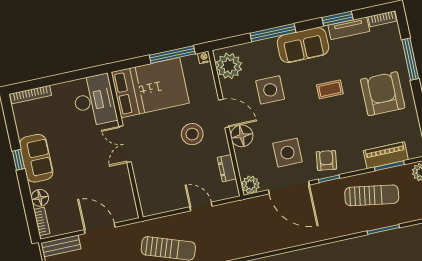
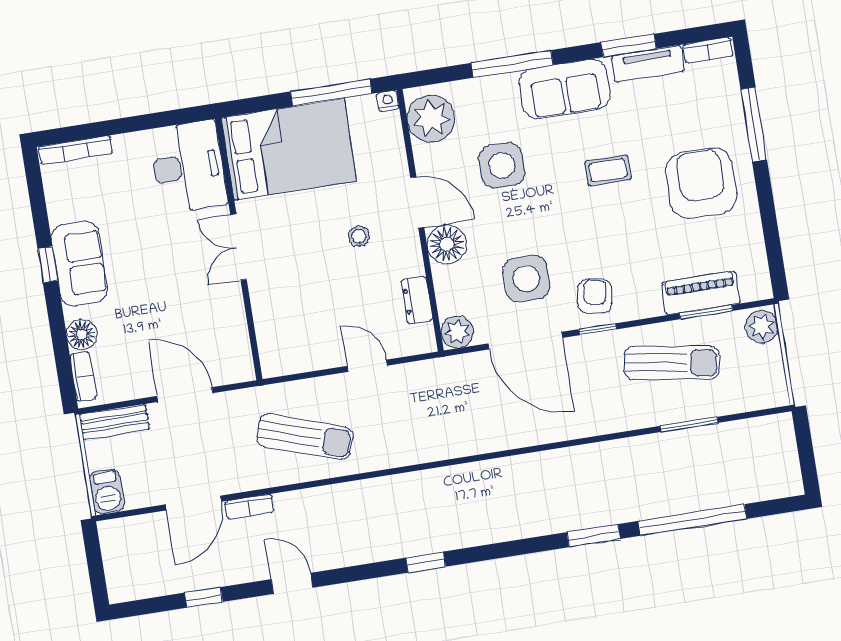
stool: (192, 134) -> (359, 236), width x0.53, depth x0.53

